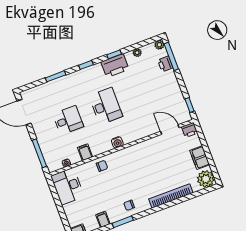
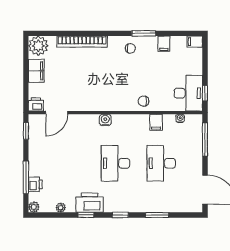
window: (171, 56) -> (26, 177), moved
desk: (68, 120) -> (161, 163), width x1.37
door: (170, 130) -> (57, 113), hinge flipped
water cooler: (117, 142) -> (105, 120), moved
window: (54, 192) -> (205, 93), added

